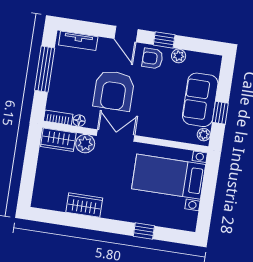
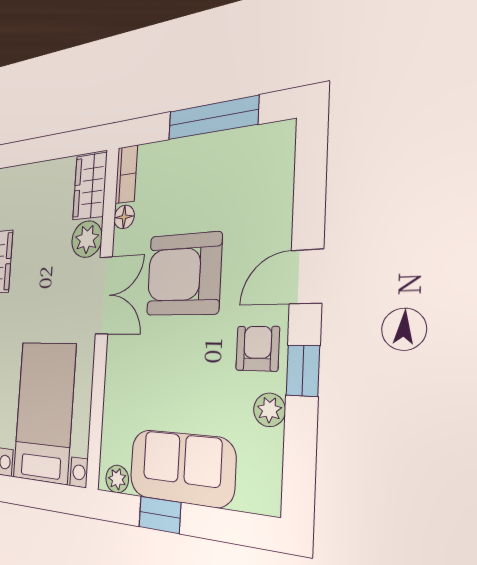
tv unit: (78, 41) -> (279, 171), removed

